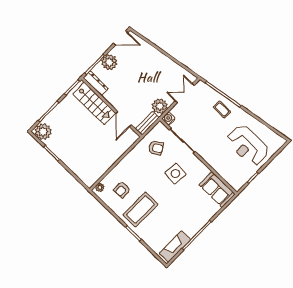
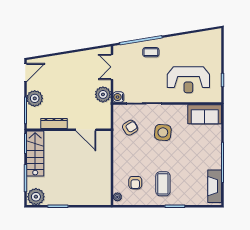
dresser: (96, 83) -> (54, 123), moved
stairs: (94, 103) -> (35, 154), moved, turned -90
bench: (147, 123) -> (106, 116), removed
reception desk: (248, 145) -> (188, 80), moved
coffee table: (140, 209) -> (163, 184), width x0.73, depth x0.76

